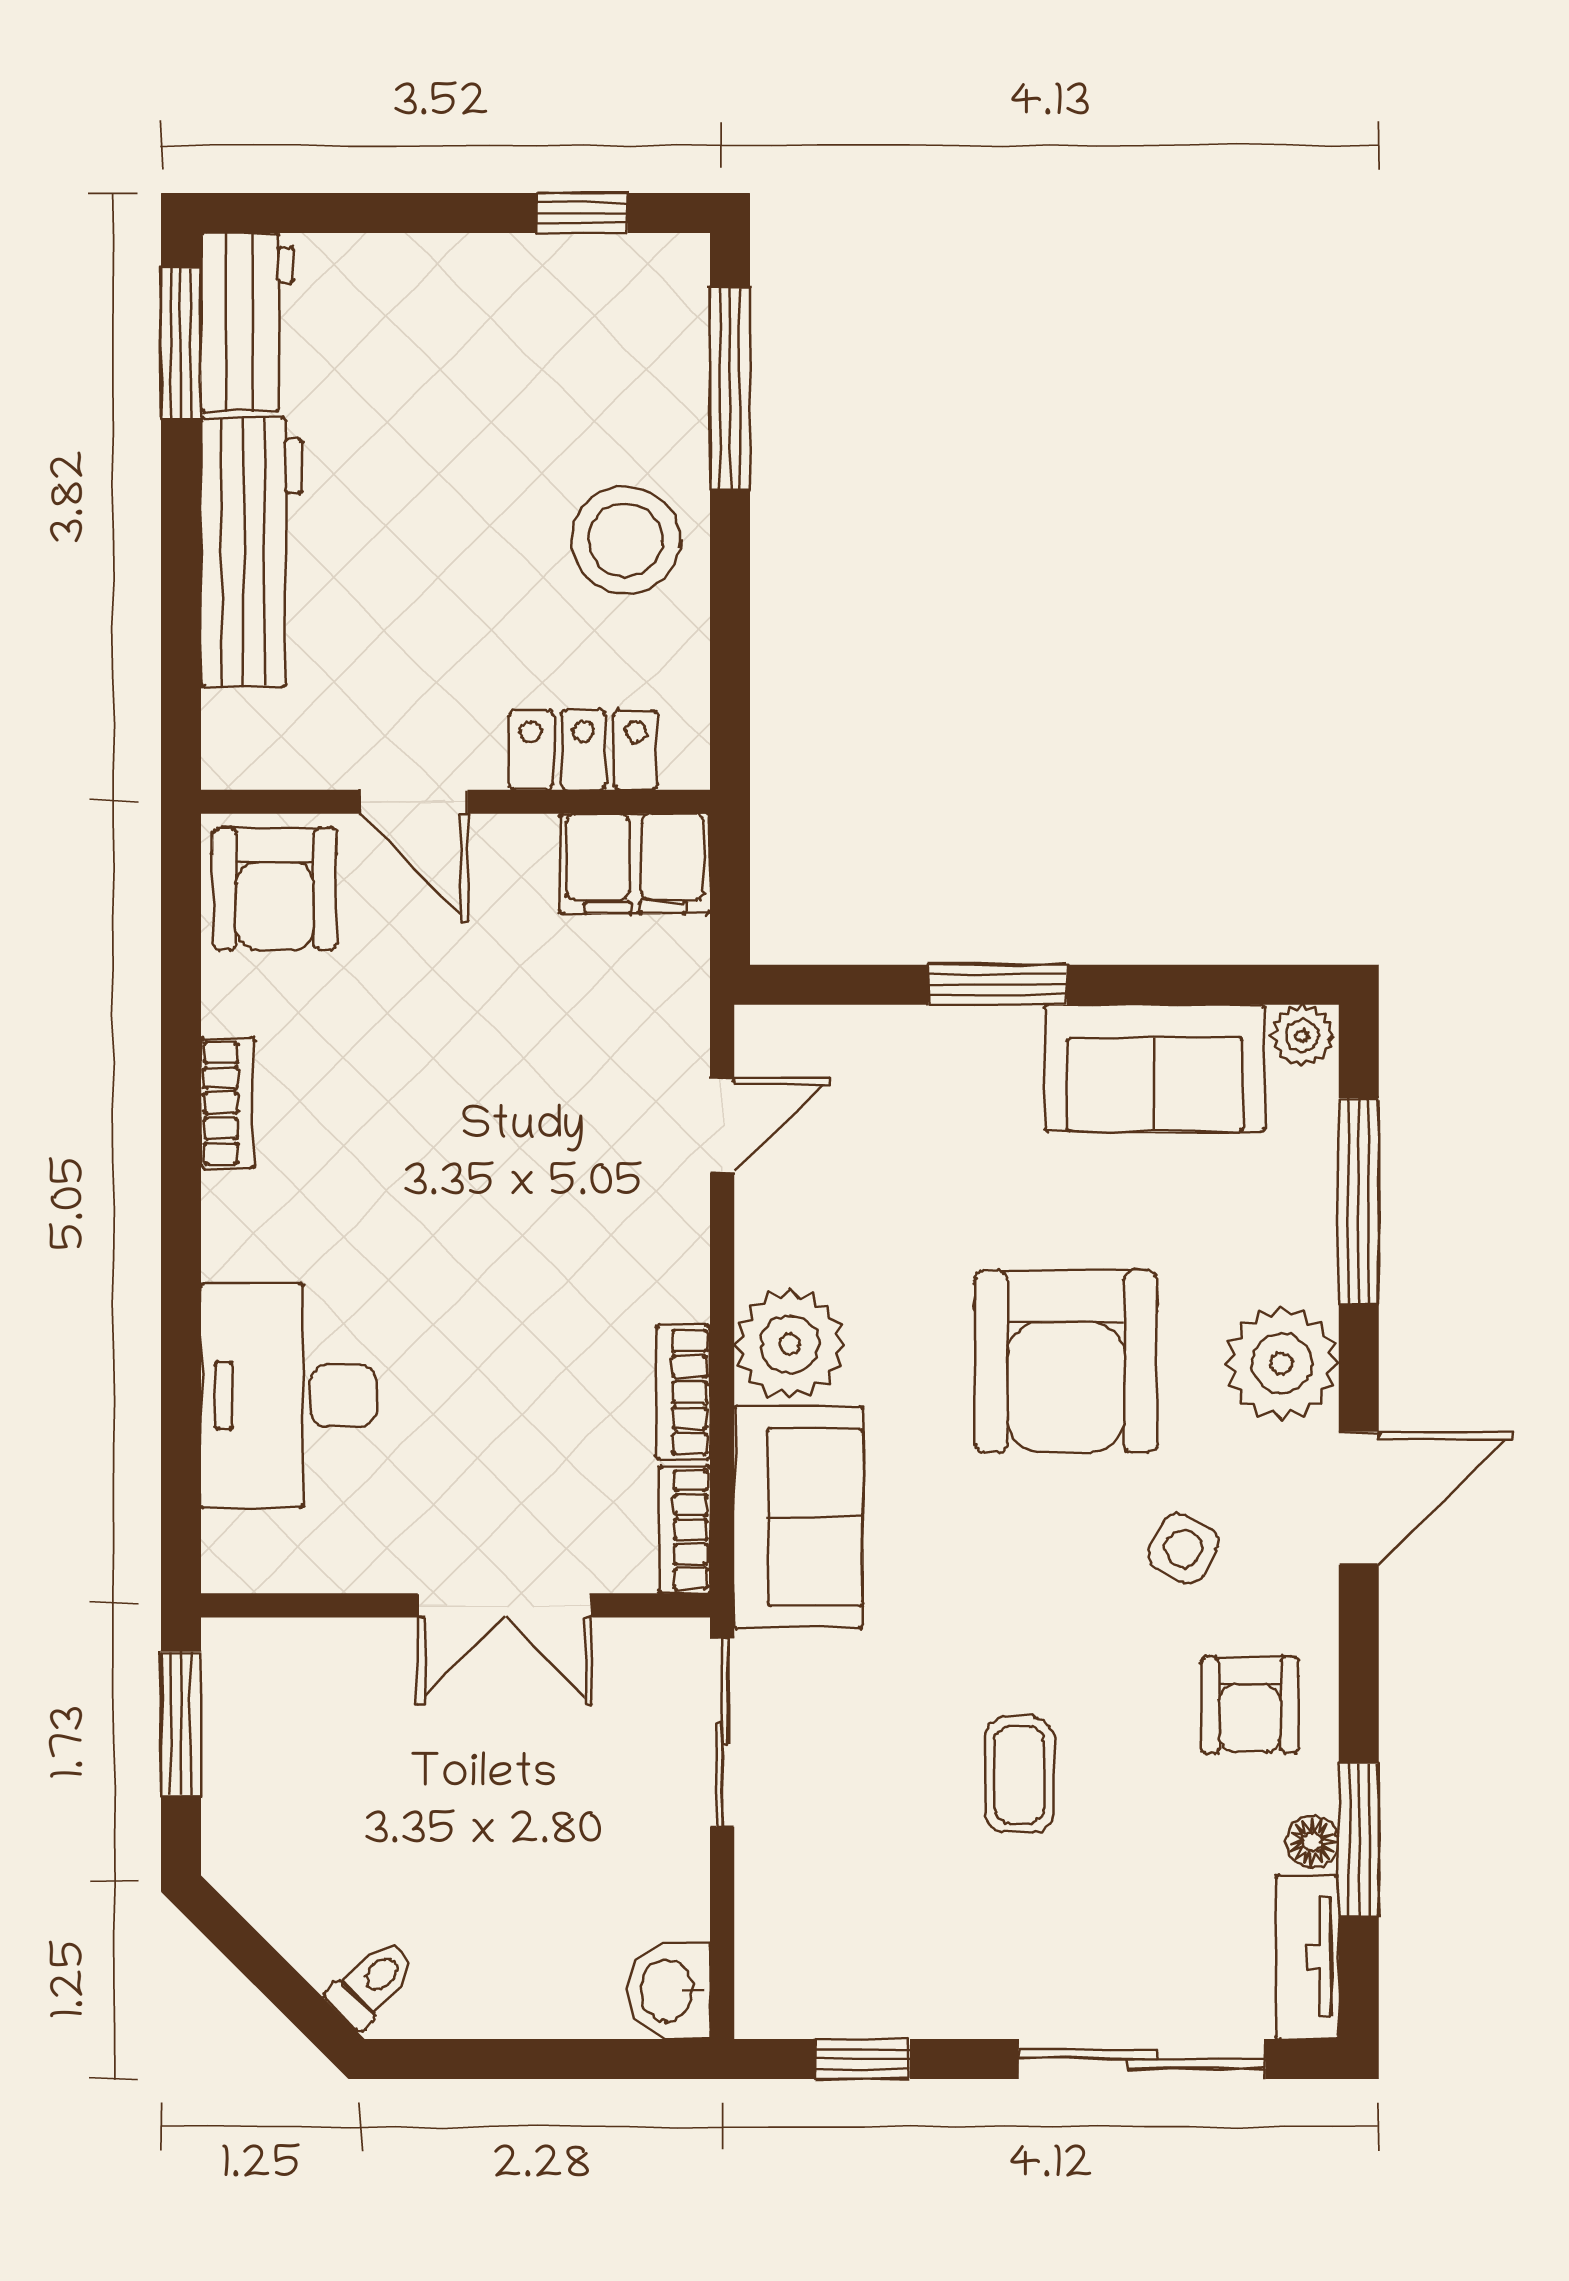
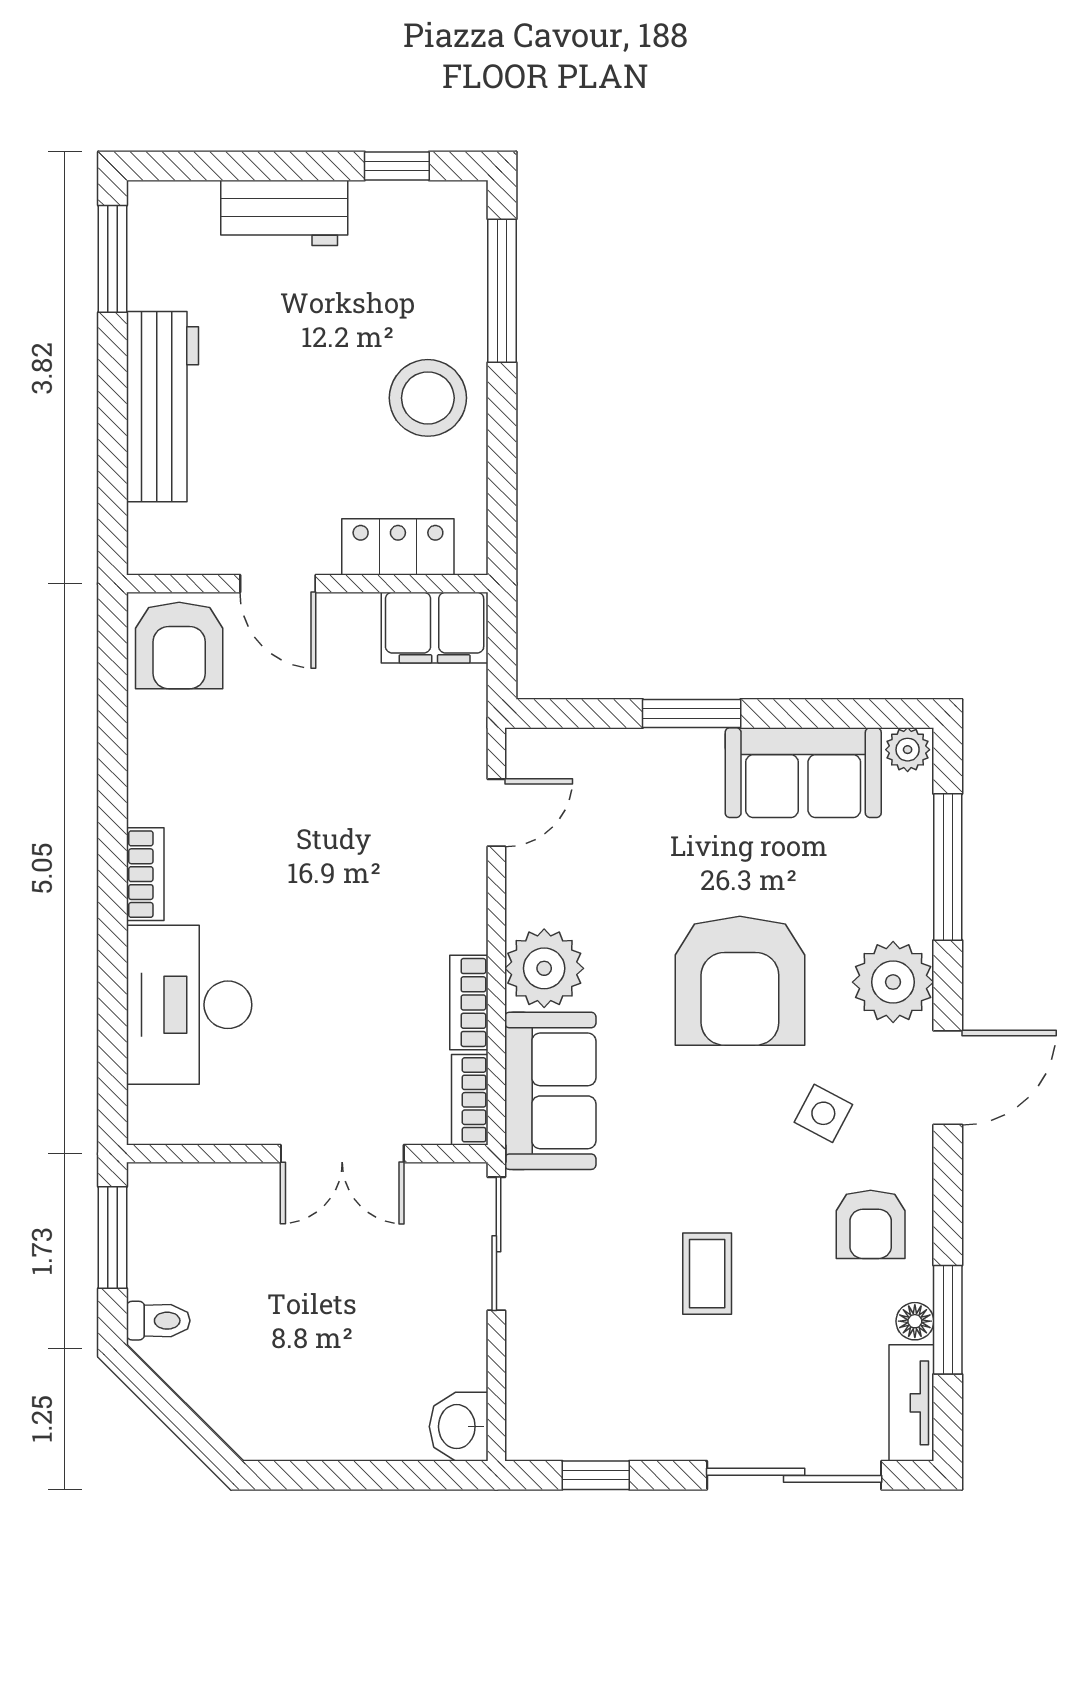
workbench: (247, 322) -> (284, 213), moved, turned 90
bookcase: (227, 1103) -> (145, 874), moved
toilet: (372, 1983) -> (158, 1321), moved, turned 45

